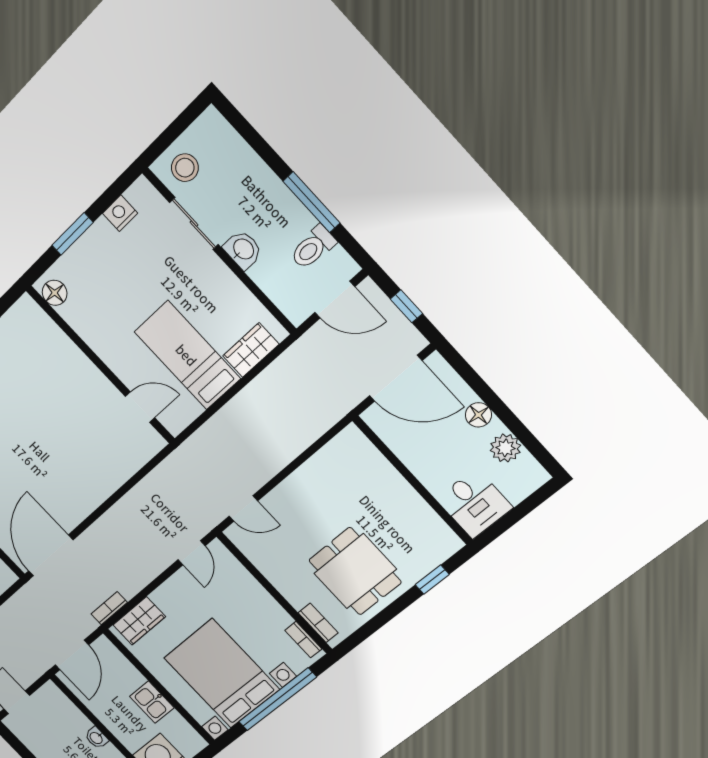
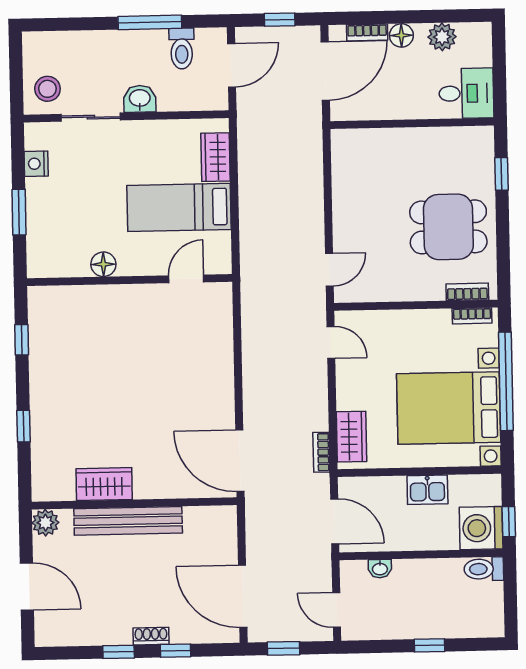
floor lamp: (55, 293) -> (103, 264), moved
bookcase: (457, 386) -> (367, 32), added
washbasin: (96, 738) -> (380, 569), moved

